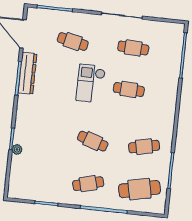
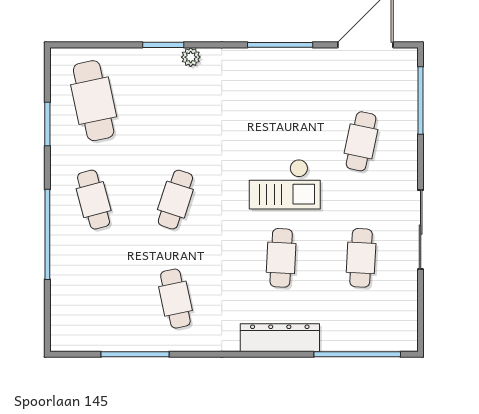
dresser: (27, 73) -> (280, 338), moved, turned 180
checkout: (91, 84) -> (285, 184), turned 180
plant: (17, 149) -> (191, 57), moved
cafe table: (140, 189) -> (94, 101), moved

